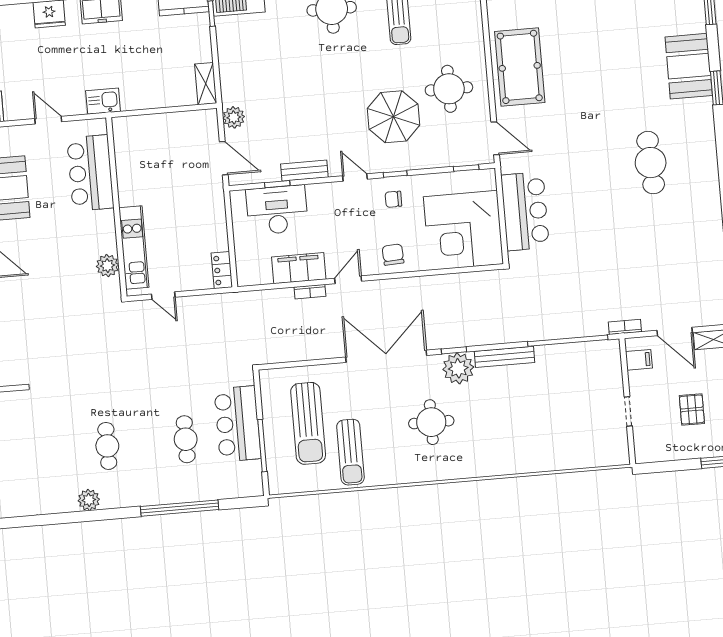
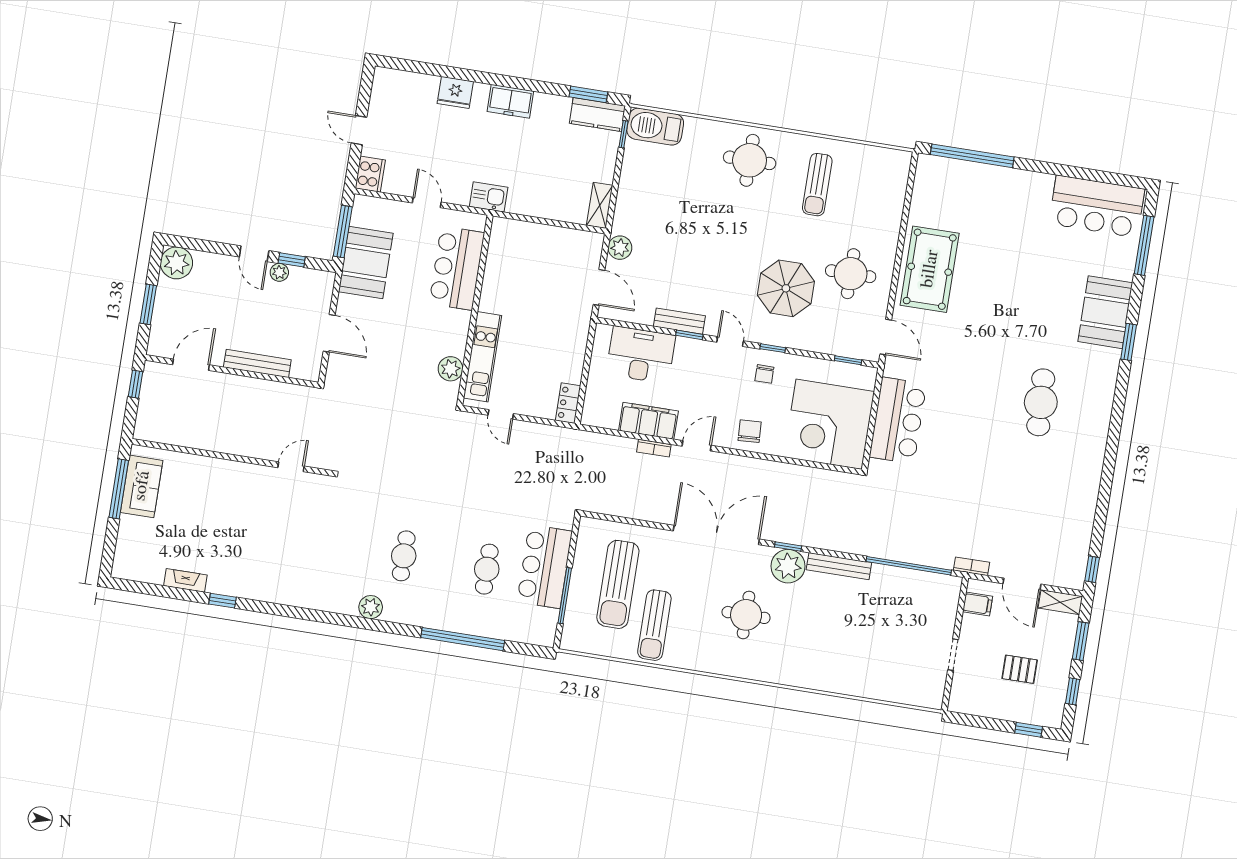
window: (277, 184) -> (689, 335), moved
chair: (393, 199) -> (764, 374), turned -90
pallet: (692, 409) -> (1020, 669), turned 90

